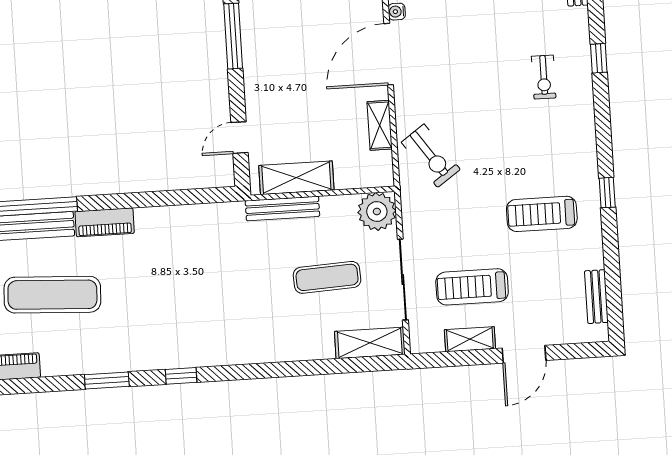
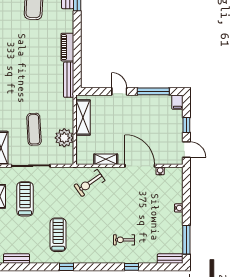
door: (240, 138) -> (119, 91), moved
bench: (282, 208) -> (69, 80), moved
plant: (377, 212) -> (64, 138), moved
piano: (105, 222) -> (67, 47), moved

